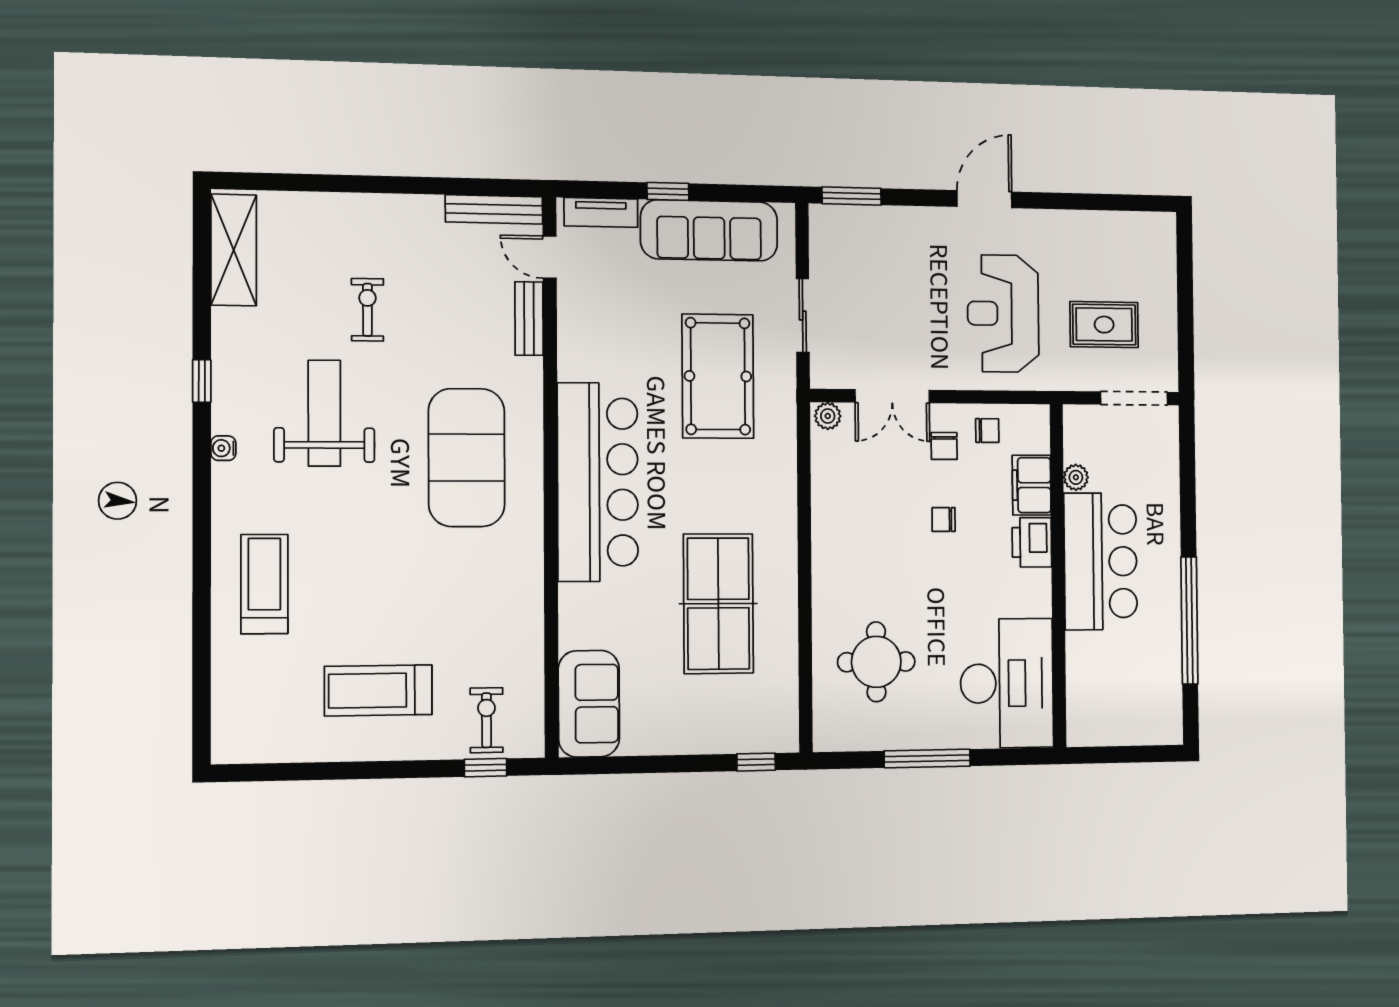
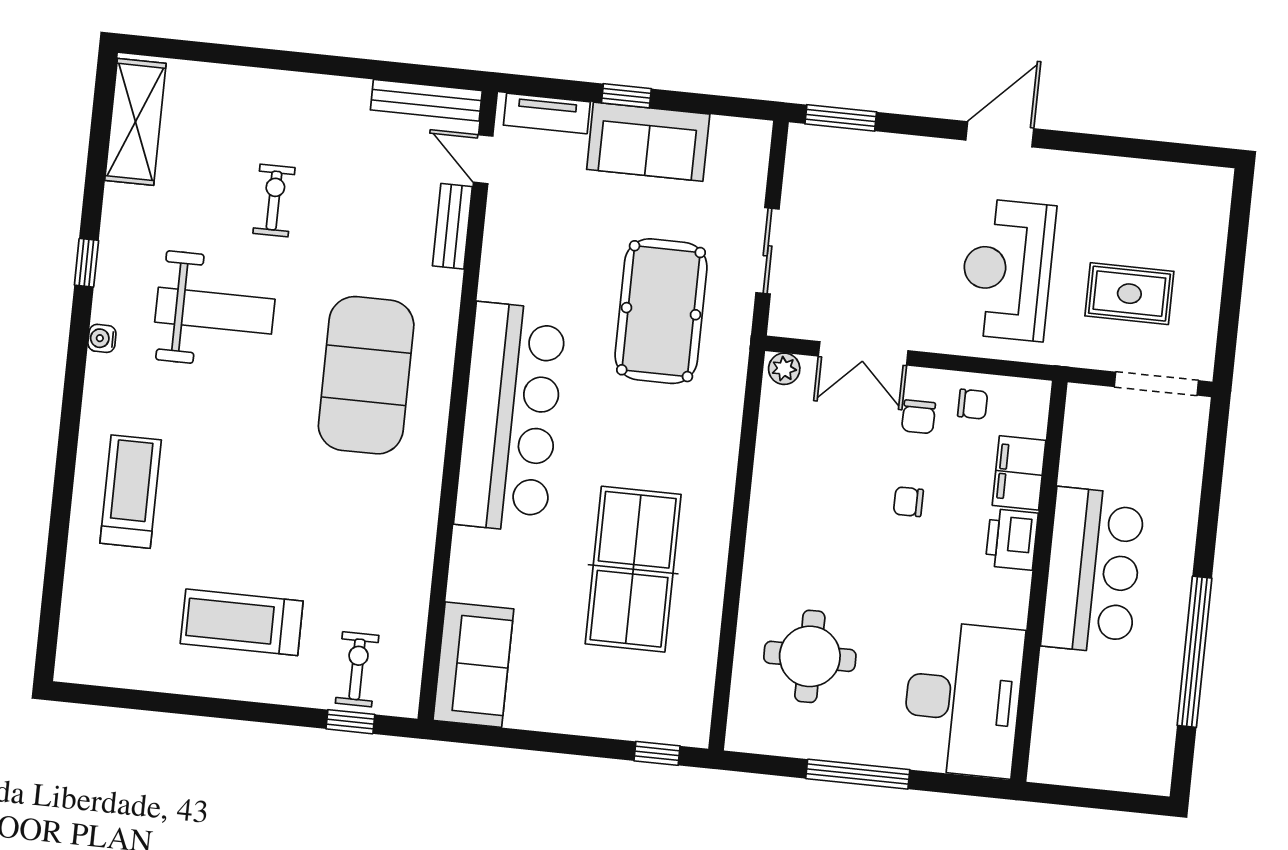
sofa: (709, 230) -> (648, 142), width x0.73
weight bench: (324, 413) -> (215, 311), turned 90
plant: (1076, 477) -> (1074, 469), removed

